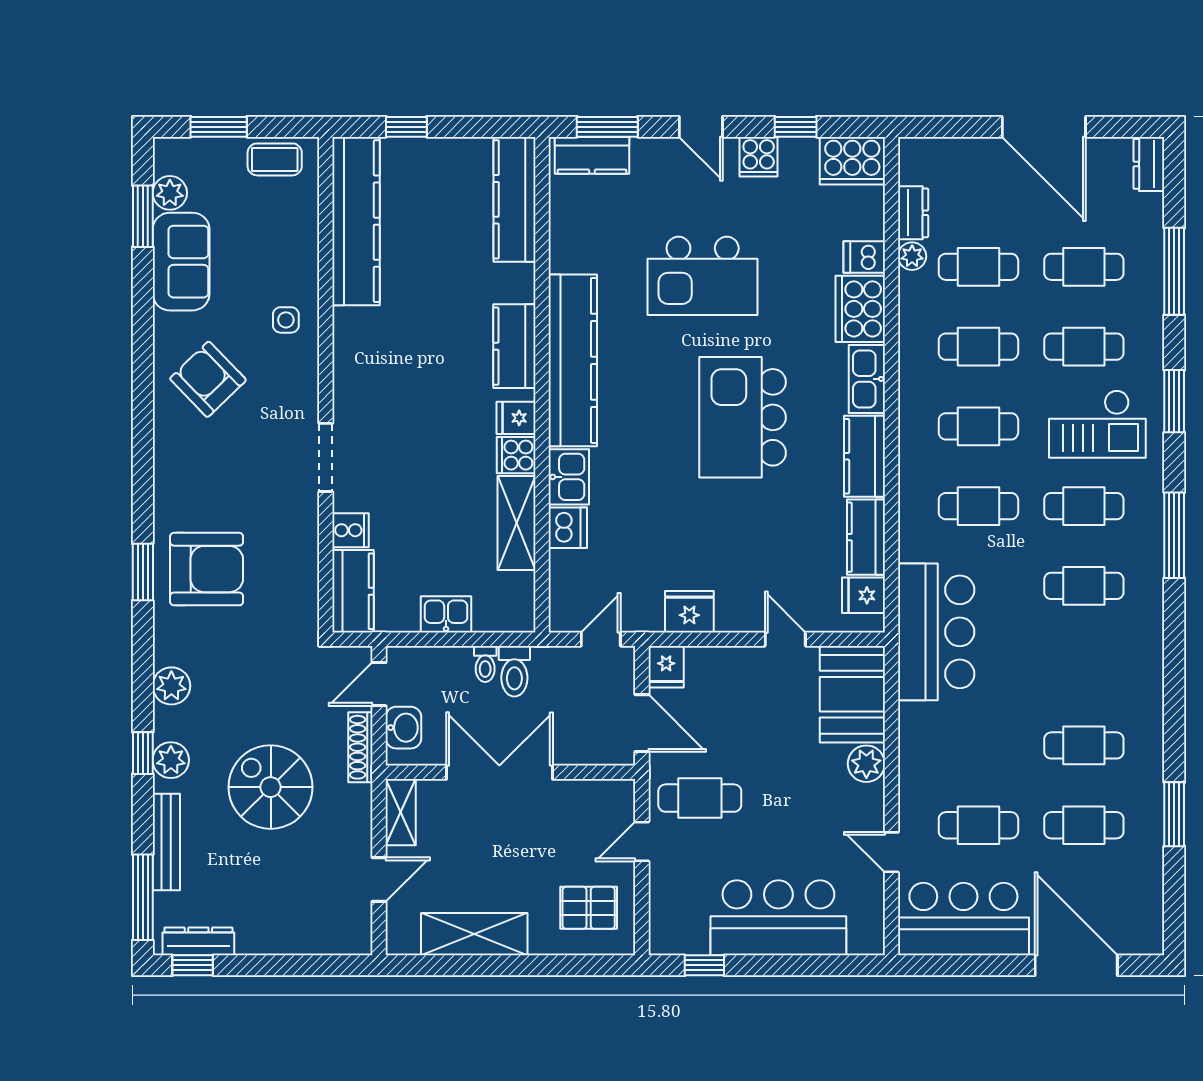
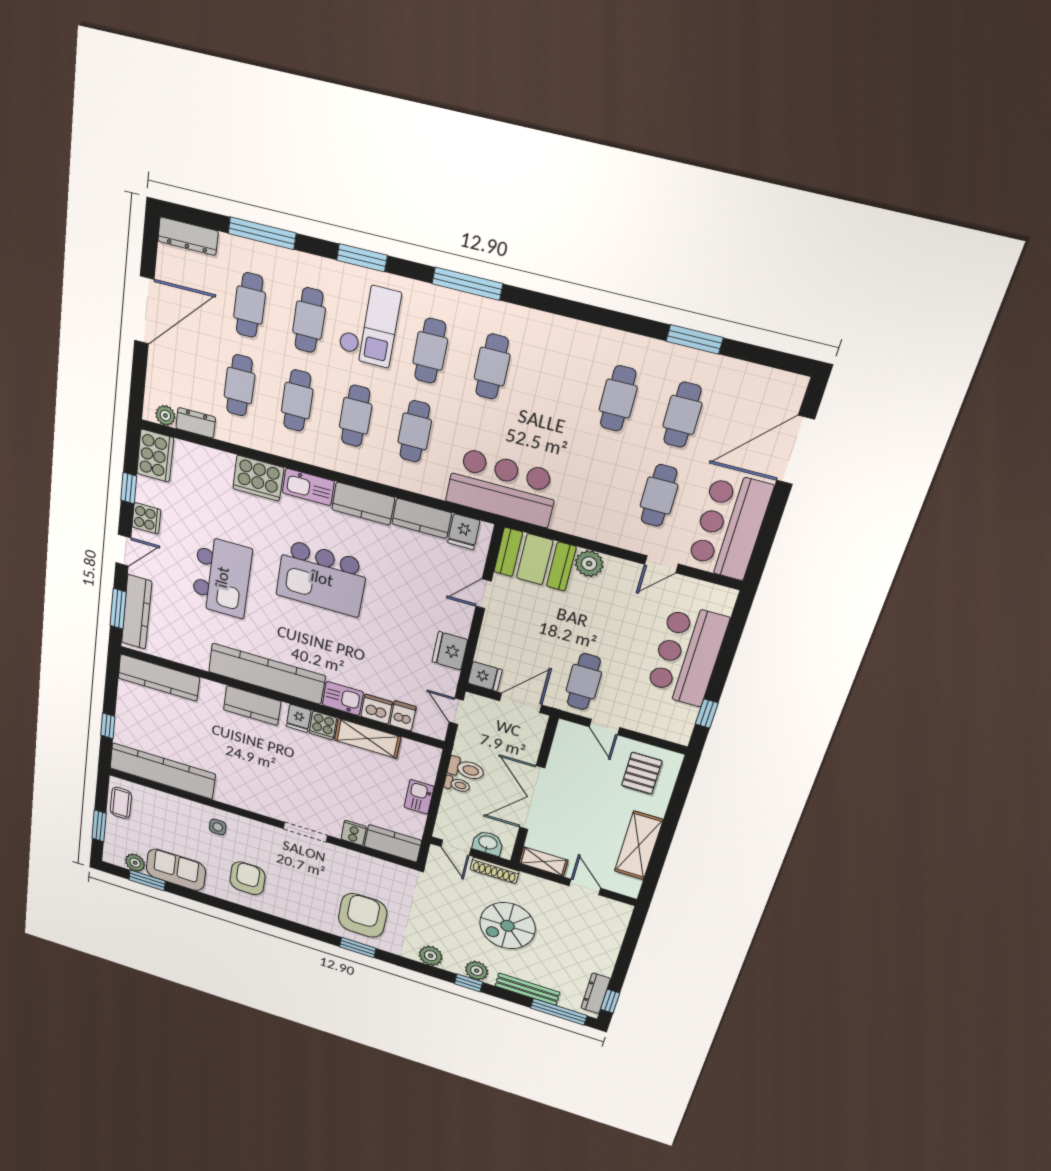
kitchen counter: (592, 155) -> (137, 612), width x1.50
dresser: (1149, 164) -> (188, 236), width x1.44
plant: (912, 256) -> (165, 415), moved
dishwasher: (864, 257) -> (403, 716), moved, turned 180
armchair: (208, 379) -> (248, 878), turned 134

